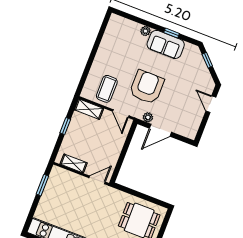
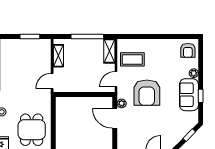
armchair: (120, 28) -> (188, 50), added
armchair: (147, 87) -> (147, 93), turned 90
window: (65, 126) -> (87, 36), width x2.17
door: (97, 180) -> (52, 81), swing flipped

